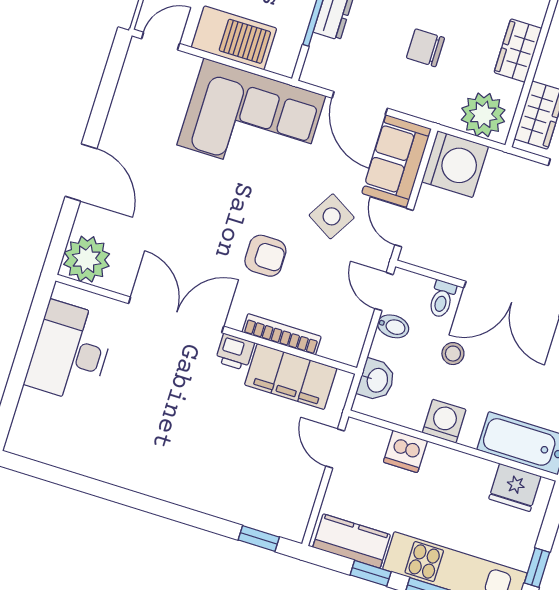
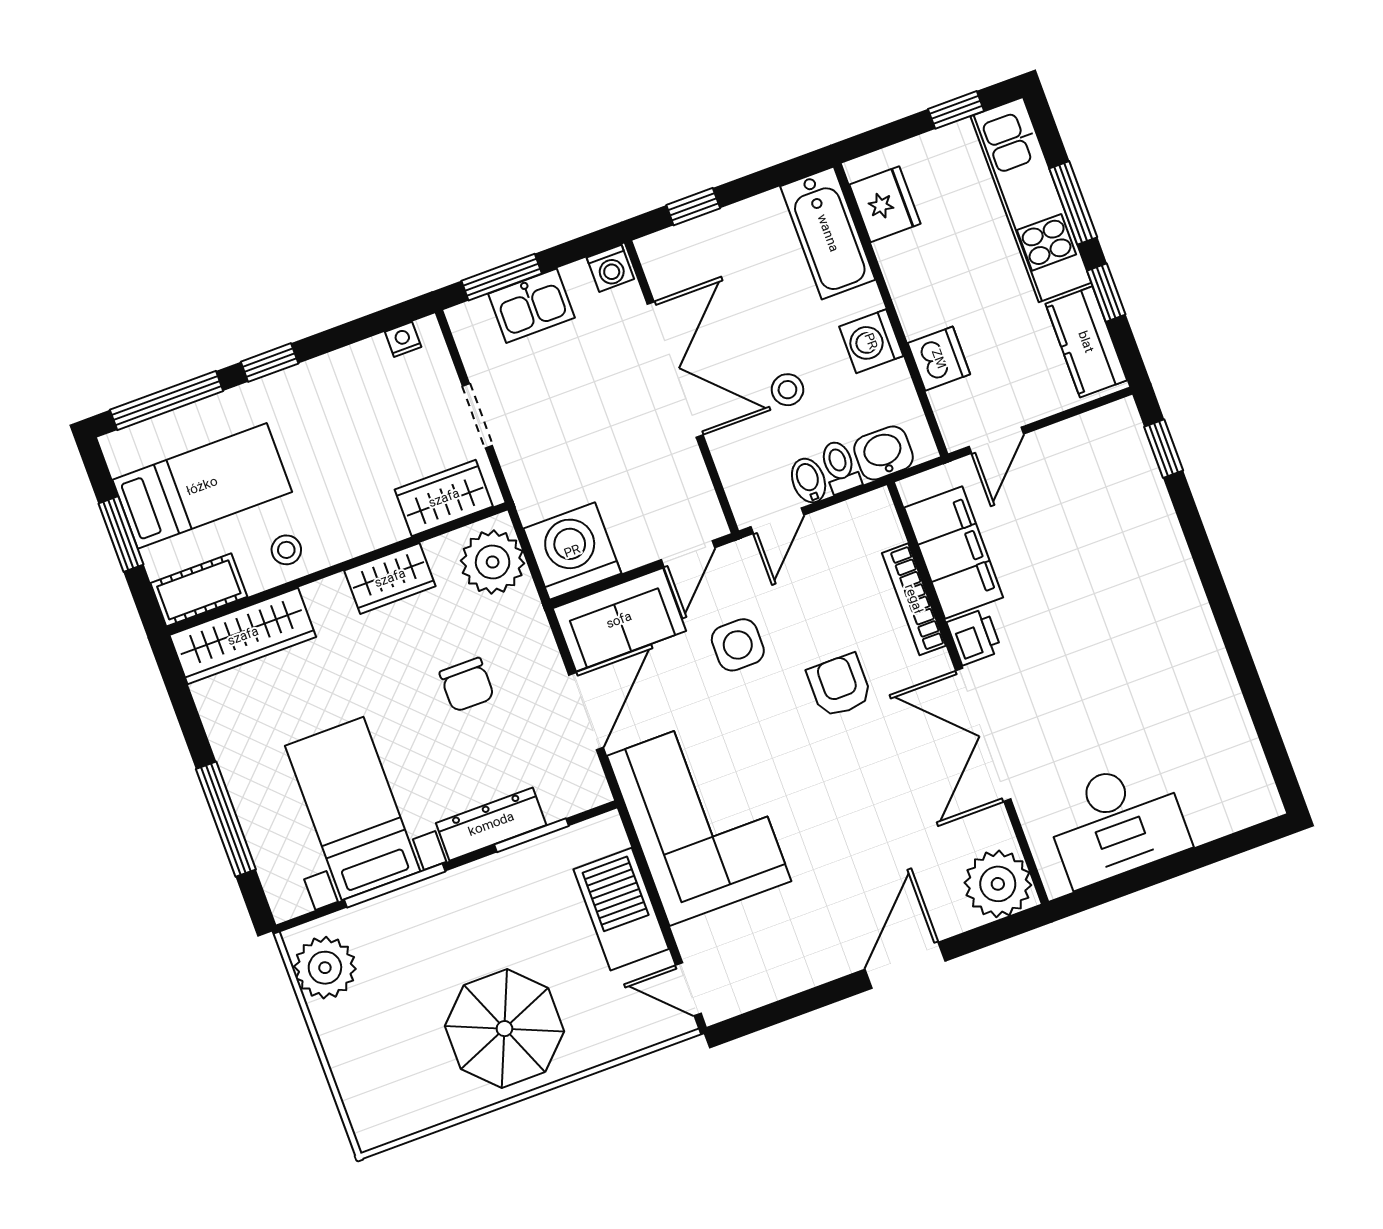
side table: (332, 216) -> (738, 645), turned -31
toilet: (442, 299) -> (840, 467), moved, turned -90

